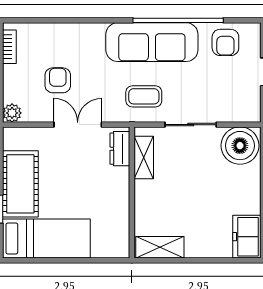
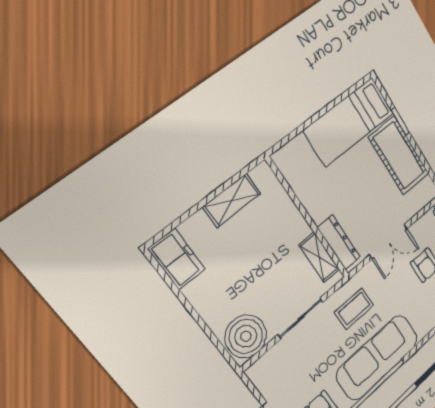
dresser: (120, 149) -> (339, 242), width x1.44
shelving: (160, 247) -> (232, 200), moved

